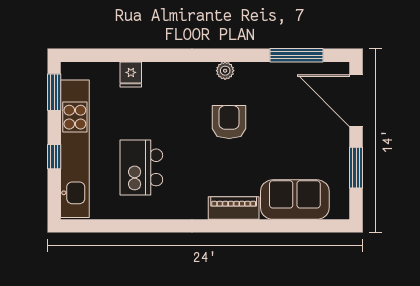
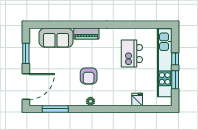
window: (54, 92) -> (175, 80), moved
door: (356, 101) -> (26, 87), hinge flipped
kitchen island: (141, 167) -> (132, 54), turned 180

